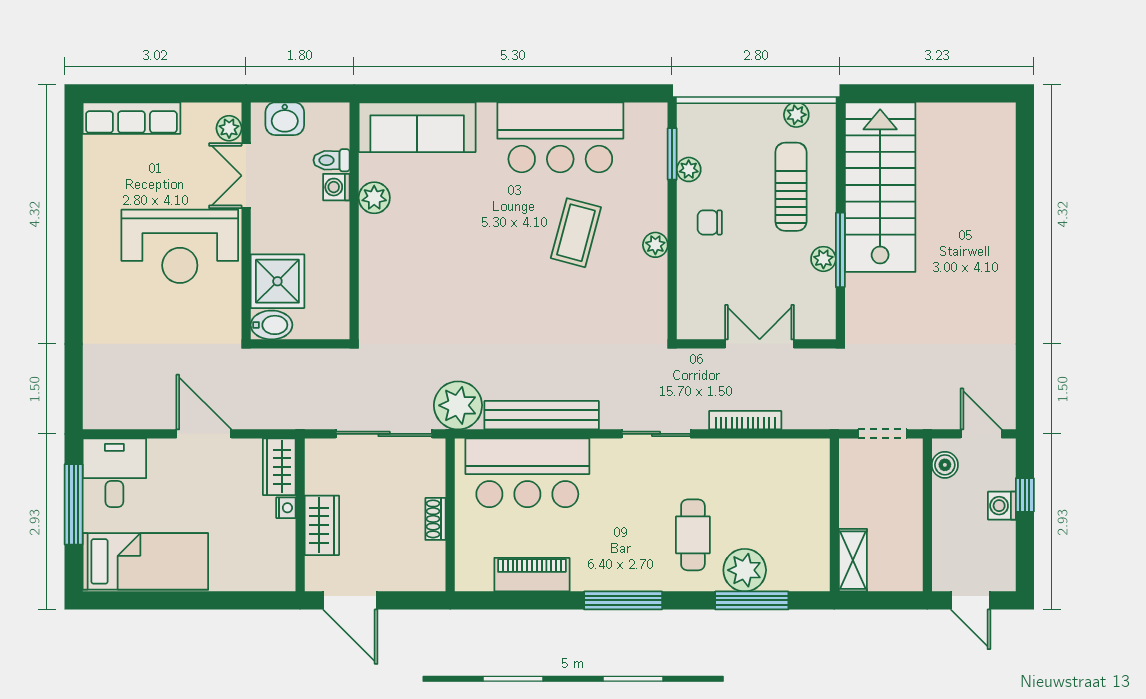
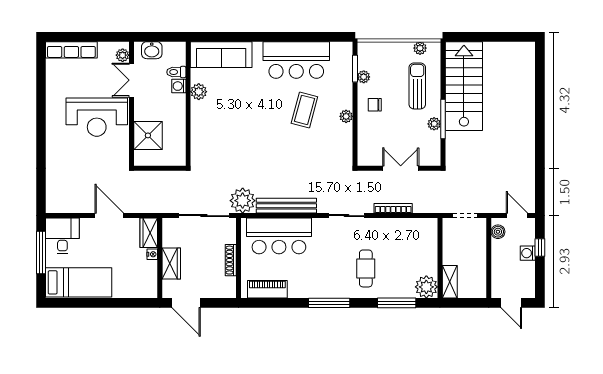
bidet: (271, 325) -> (145, 158), removed
shoe rack: (435, 519) -> (231, 260), width x1.43
plant: (745, 570) -> (426, 287), moved
piano: (532, 575) -> (267, 289), moved

